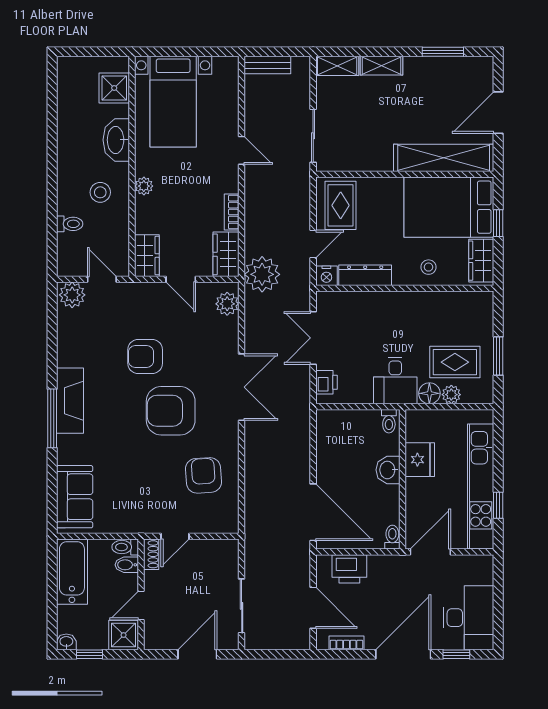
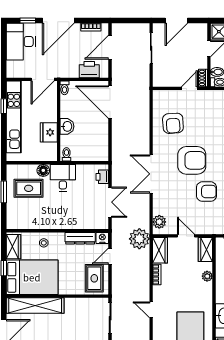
plant: (144, 186) -> (207, 276), moved
plant: (451, 395) -> (31, 170), removed
door: (313, 608) -> (110, 47), hinge flipped

